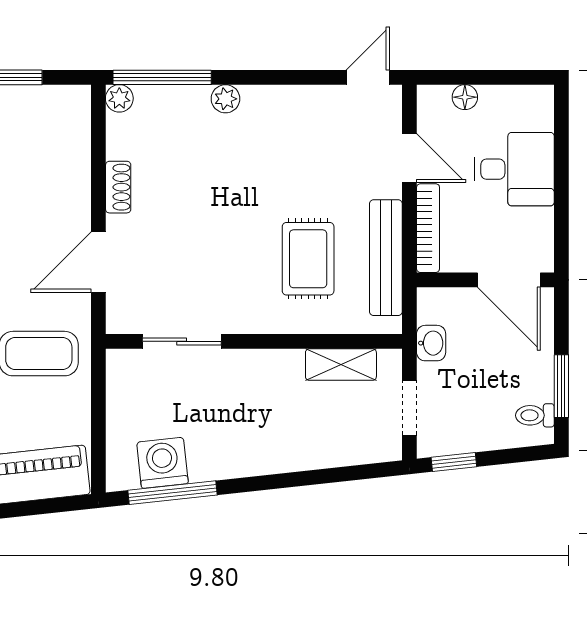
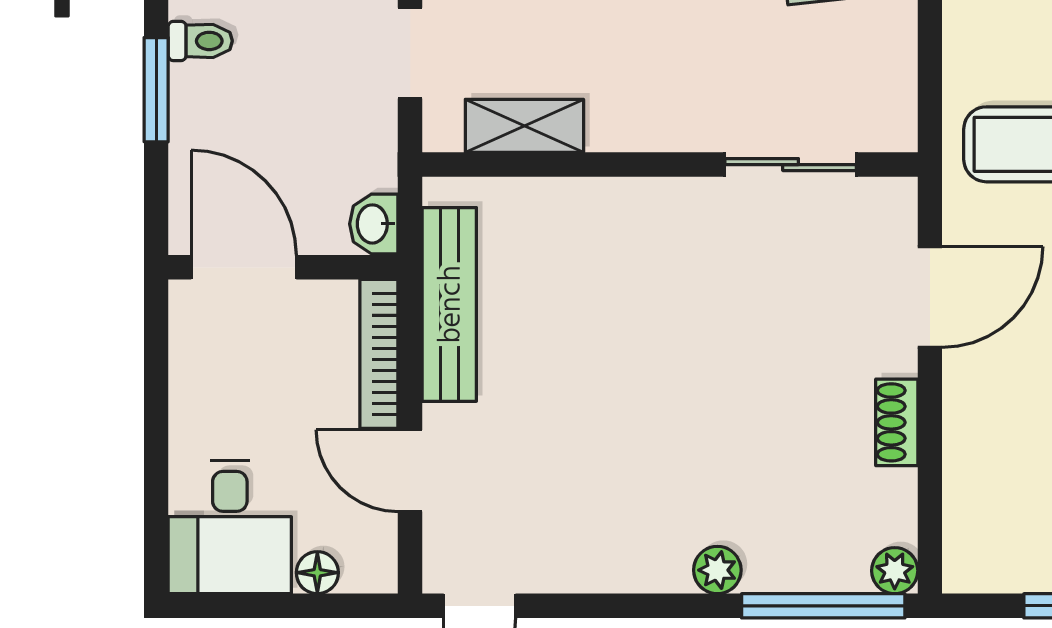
desk: (514, 169) -> (230, 527), moved, turned -90
rug: (308, 259) -> (579, 303), removed
washbasin: (431, 343) -> (374, 224), moved

